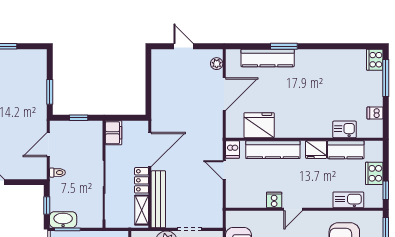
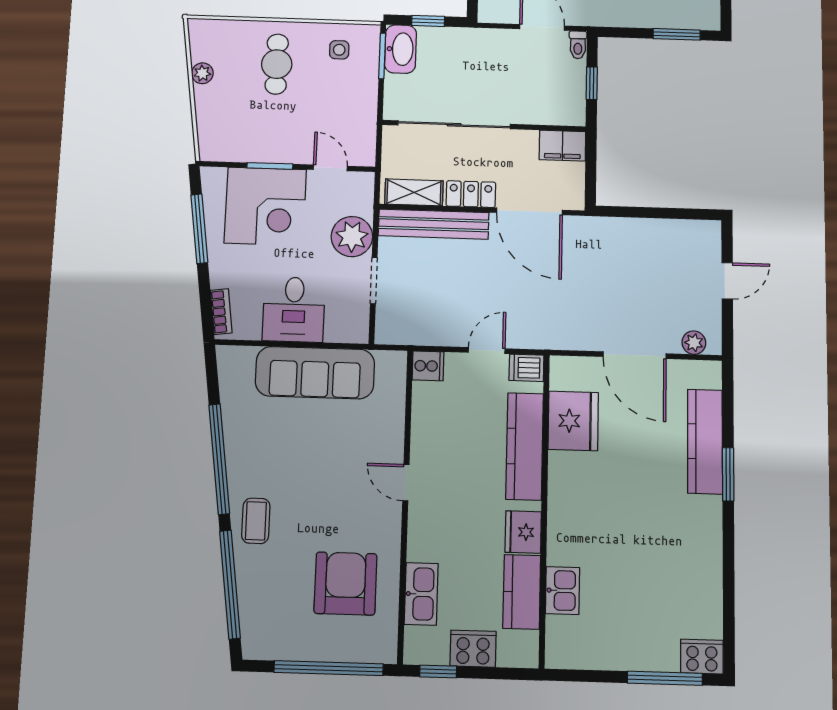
window: (50, 92) -> (677, 34), moved
dishwasher: (375, 113) -> (595, 654), removed
toilet: (57, 173) -> (578, 45), moved
cooker: (274, 200) -> (428, 366), moved

